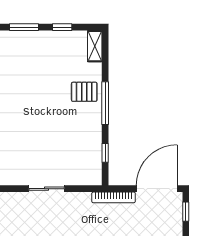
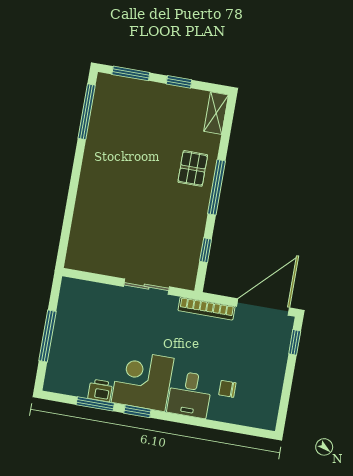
pallet: (84, 92) -> (193, 168), turned 90
sliding door: (47, 189) -> (147, 287), moved

